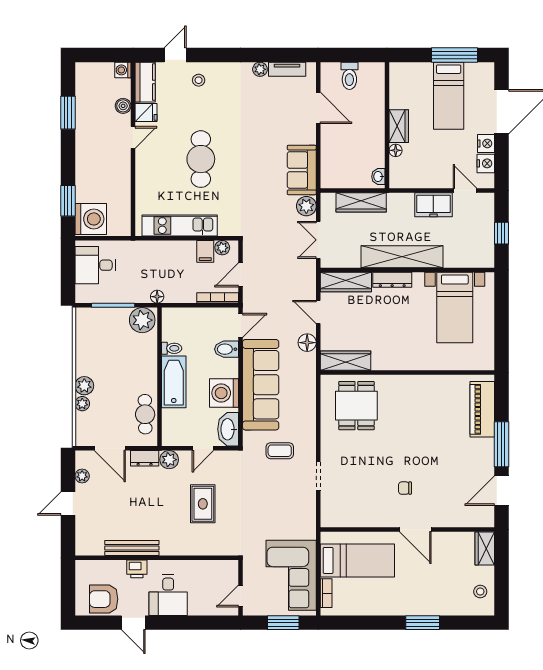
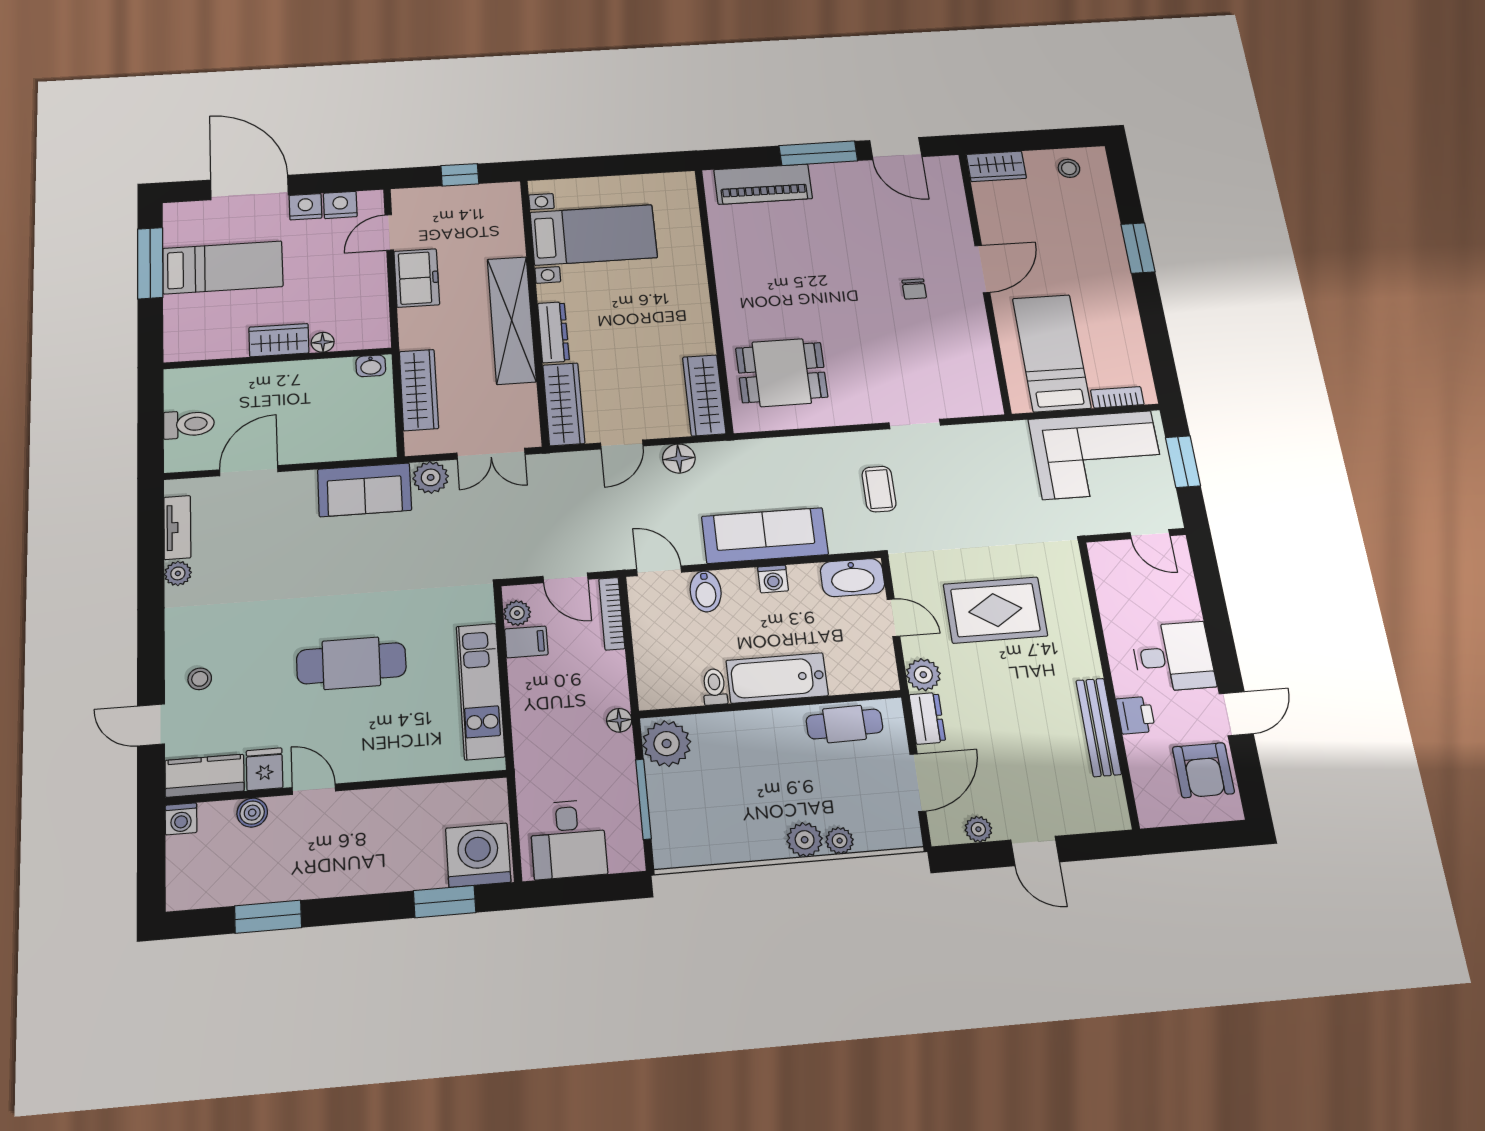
sofa: (261, 385) -> (765, 535), width x0.74, depth x0.79
washing machine: (224, 393) -> (773, 579), width x0.53, depth x0.53
rug: (203, 504) -> (995, 610), width x1.36, depth x1.43

